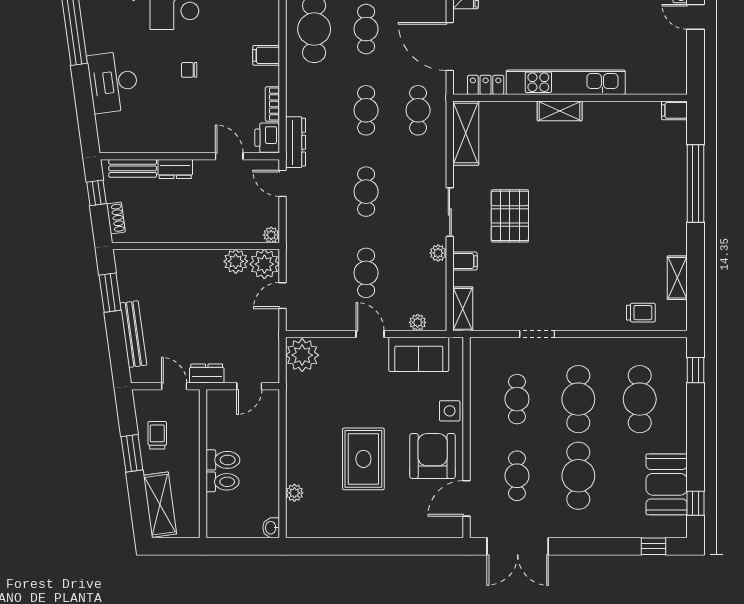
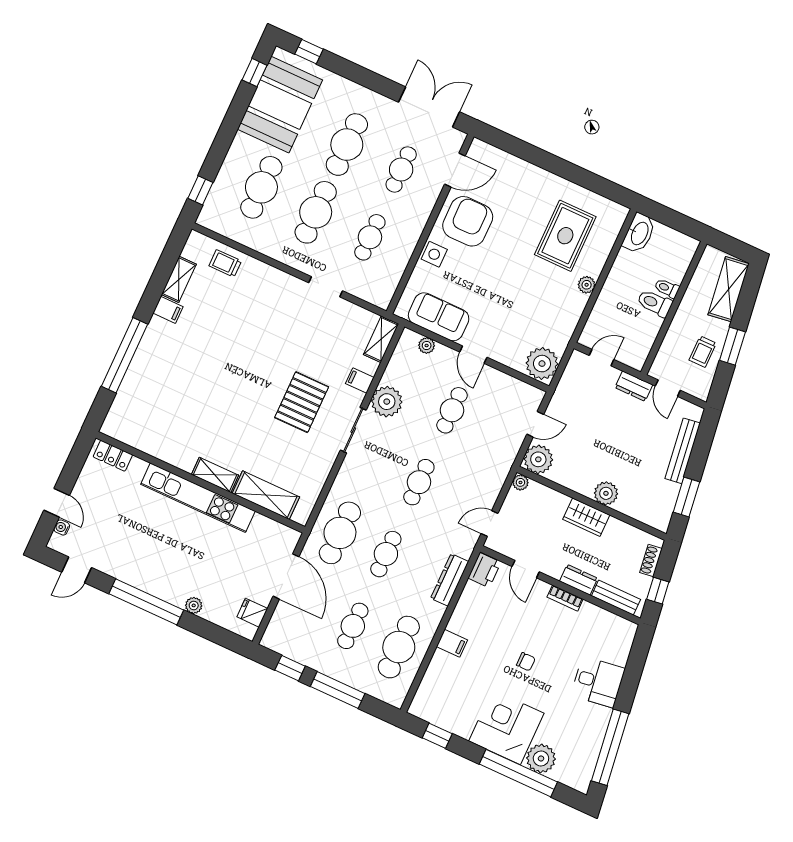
desk: (113, 82) -> (598, 682), width x0.73
locker: (486, 85) -> (113, 456), moved
bookcase: (272, 104) -> (565, 598), moved, turned 90
cafe table: (418, 110) -> (340, 533), width x1.37, depth x1.35
filing cabinet: (674, 110) -> (168, 310), moved
shelving: (466, 133) -> (266, 495), moved, turned 90
dresser: (296, 142) -> (450, 580), moved
door: (282, 183) -> (490, 523), swing flipped
wardrobe: (195, 231) -> (586, 517), added
plant: (438, 253) -> (387, 402), width x1.87, depth x1.87
plant: (236, 261) -> (606, 493), moved
armchair: (433, 456) -> (468, 221), turned 180
rug: (363, 459) -> (565, 236), moved
toilet: (223, 482) -> (667, 288), width x0.73, depth x0.72
booth: (667, 484) -> (280, 105), width x1.36, depth x1.42
plant: (294, 493) -> (587, 285), moved
washbasin: (271, 528) -> (639, 233), width x1.91, depth x1.45

